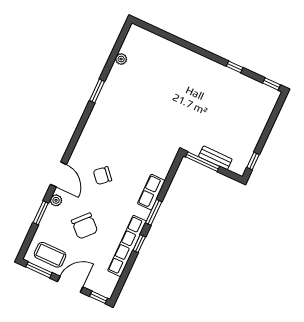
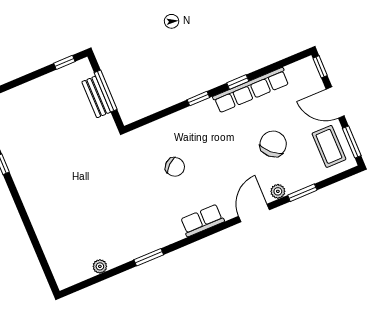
window: (202, 162) -> (106, 91), moved
chair: (102, 176) -> (175, 167), moved
row of seats: (151, 192) -> (202, 220), moved, turned 180
window: (154, 212) -> (198, 99), width x0.67

